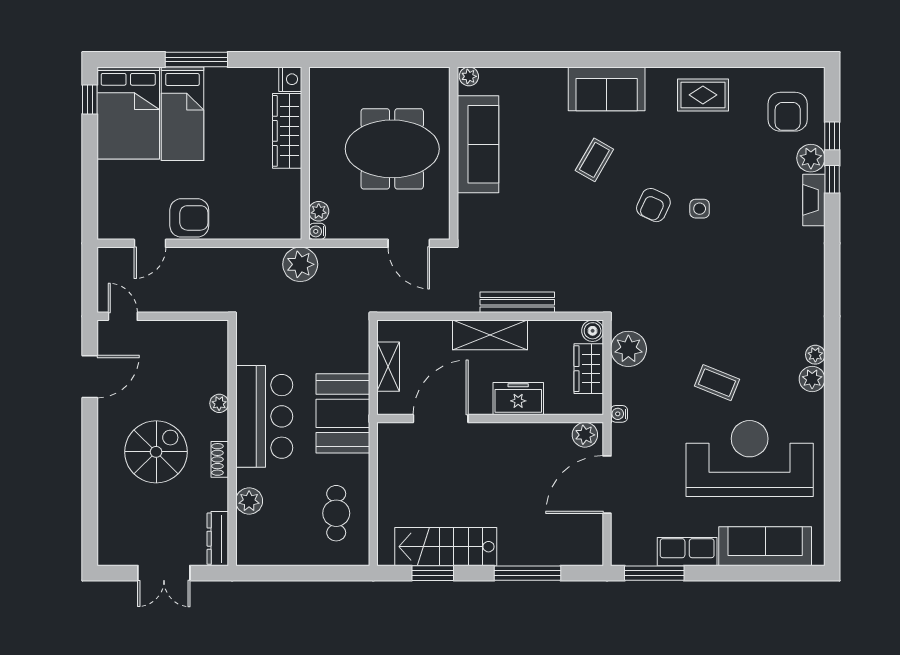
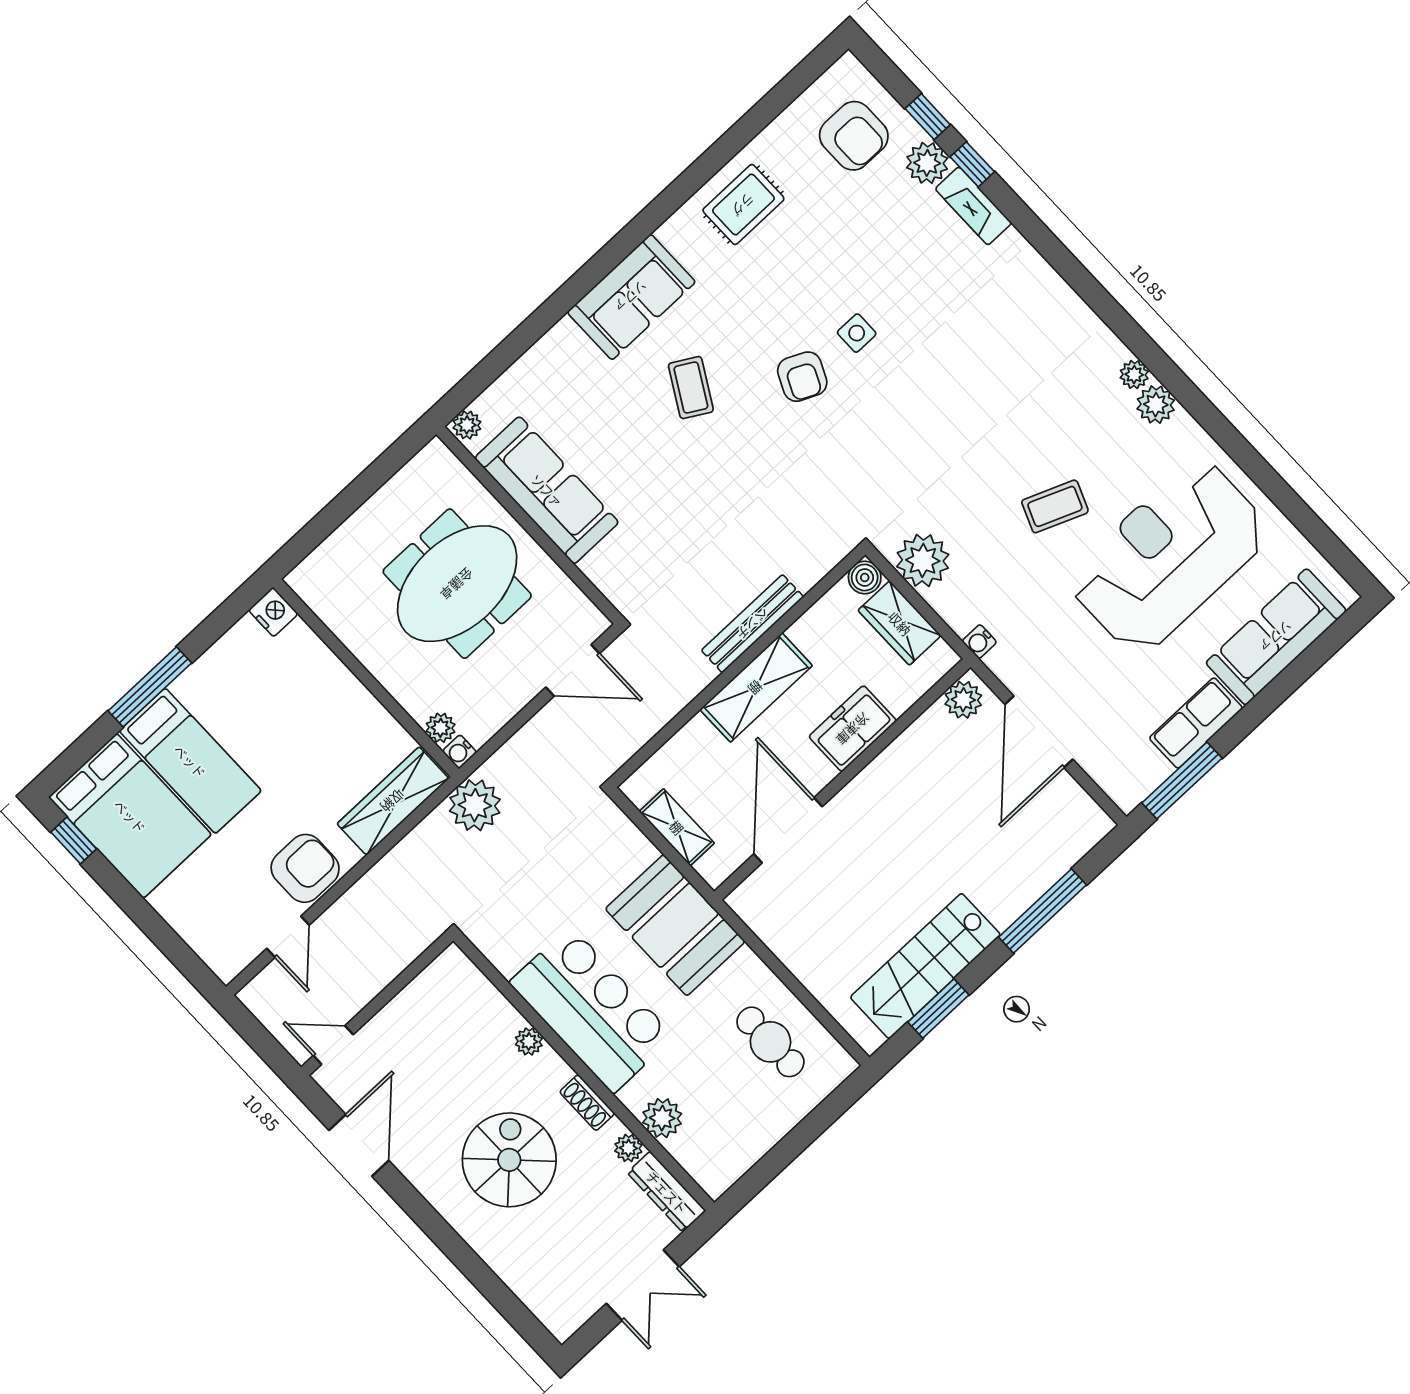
wardrobe: (287, 131) -> (393, 801), moved, turned 90
plant: (219, 500) -> (628, 1148), added

